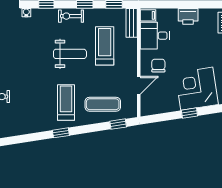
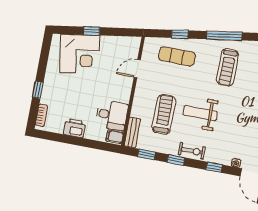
treadmill: (105, 46) -> (164, 114), turned 180
chair: (158, 66) -> (114, 85), removed
treadmill: (66, 103) -> (228, 67), moved
window: (118, 124) -> (180, 34), moved
window: (61, 133) -> (224, 36), width x2.17

